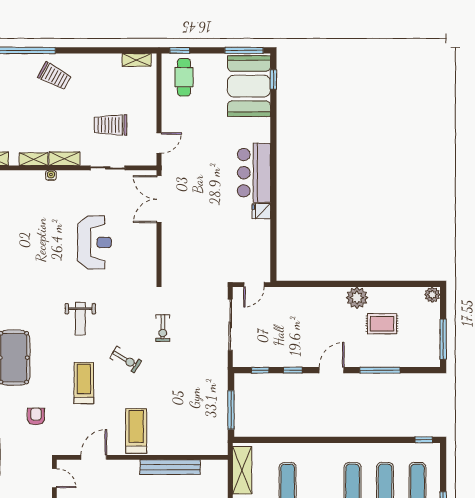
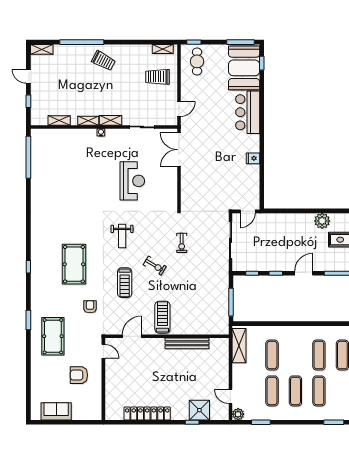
trolley: (111, 125) -> (157, 77), moved
bar counter: (254, 173) -> (248, 112), moved
treadmill: (84, 383) -> (125, 283), turned 180

